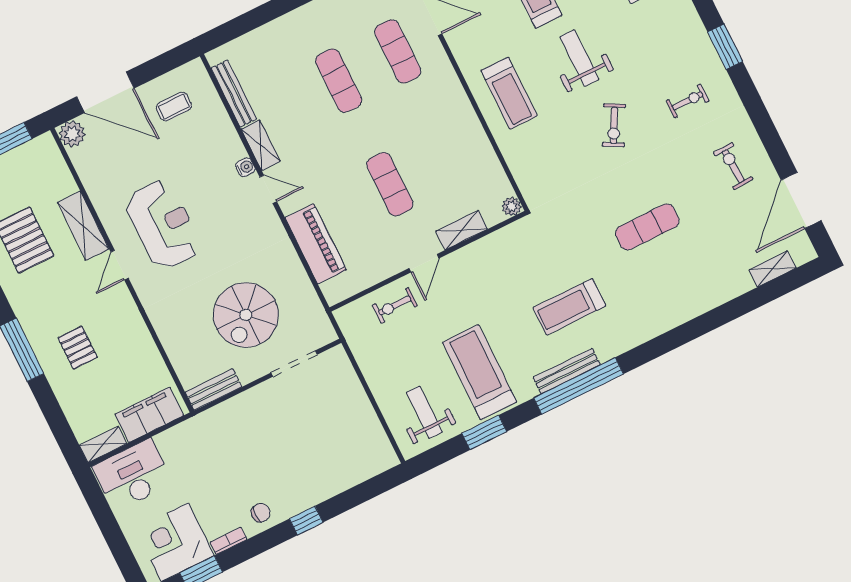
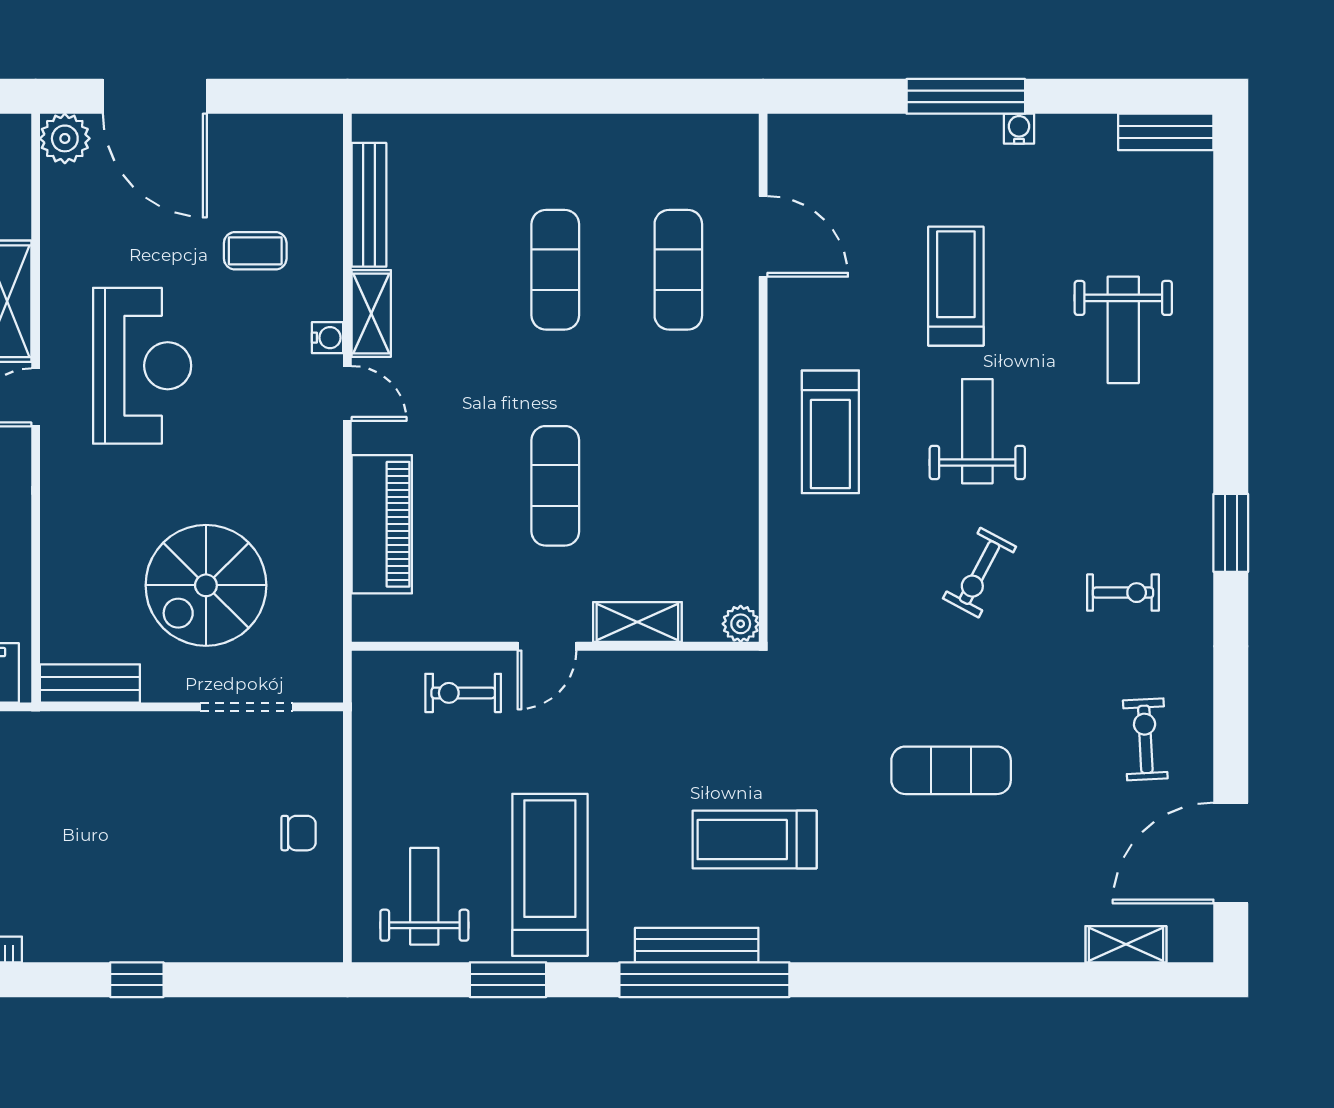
coffee table: (174, 107) -> (255, 251), moved
chair: (261, 513) -> (299, 833), moved

